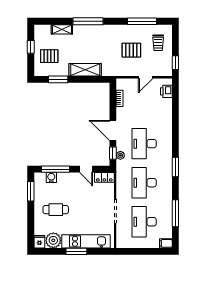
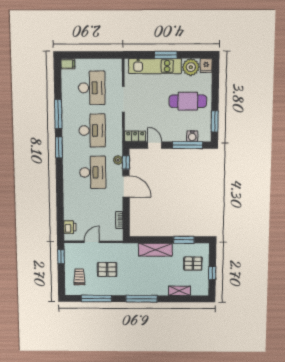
window: (88, 21) -> (141, 299), moved
cafe table: (56, 210) -> (188, 101), width x1.37, depth x1.35
window: (175, 213) -> (58, 114), moved

